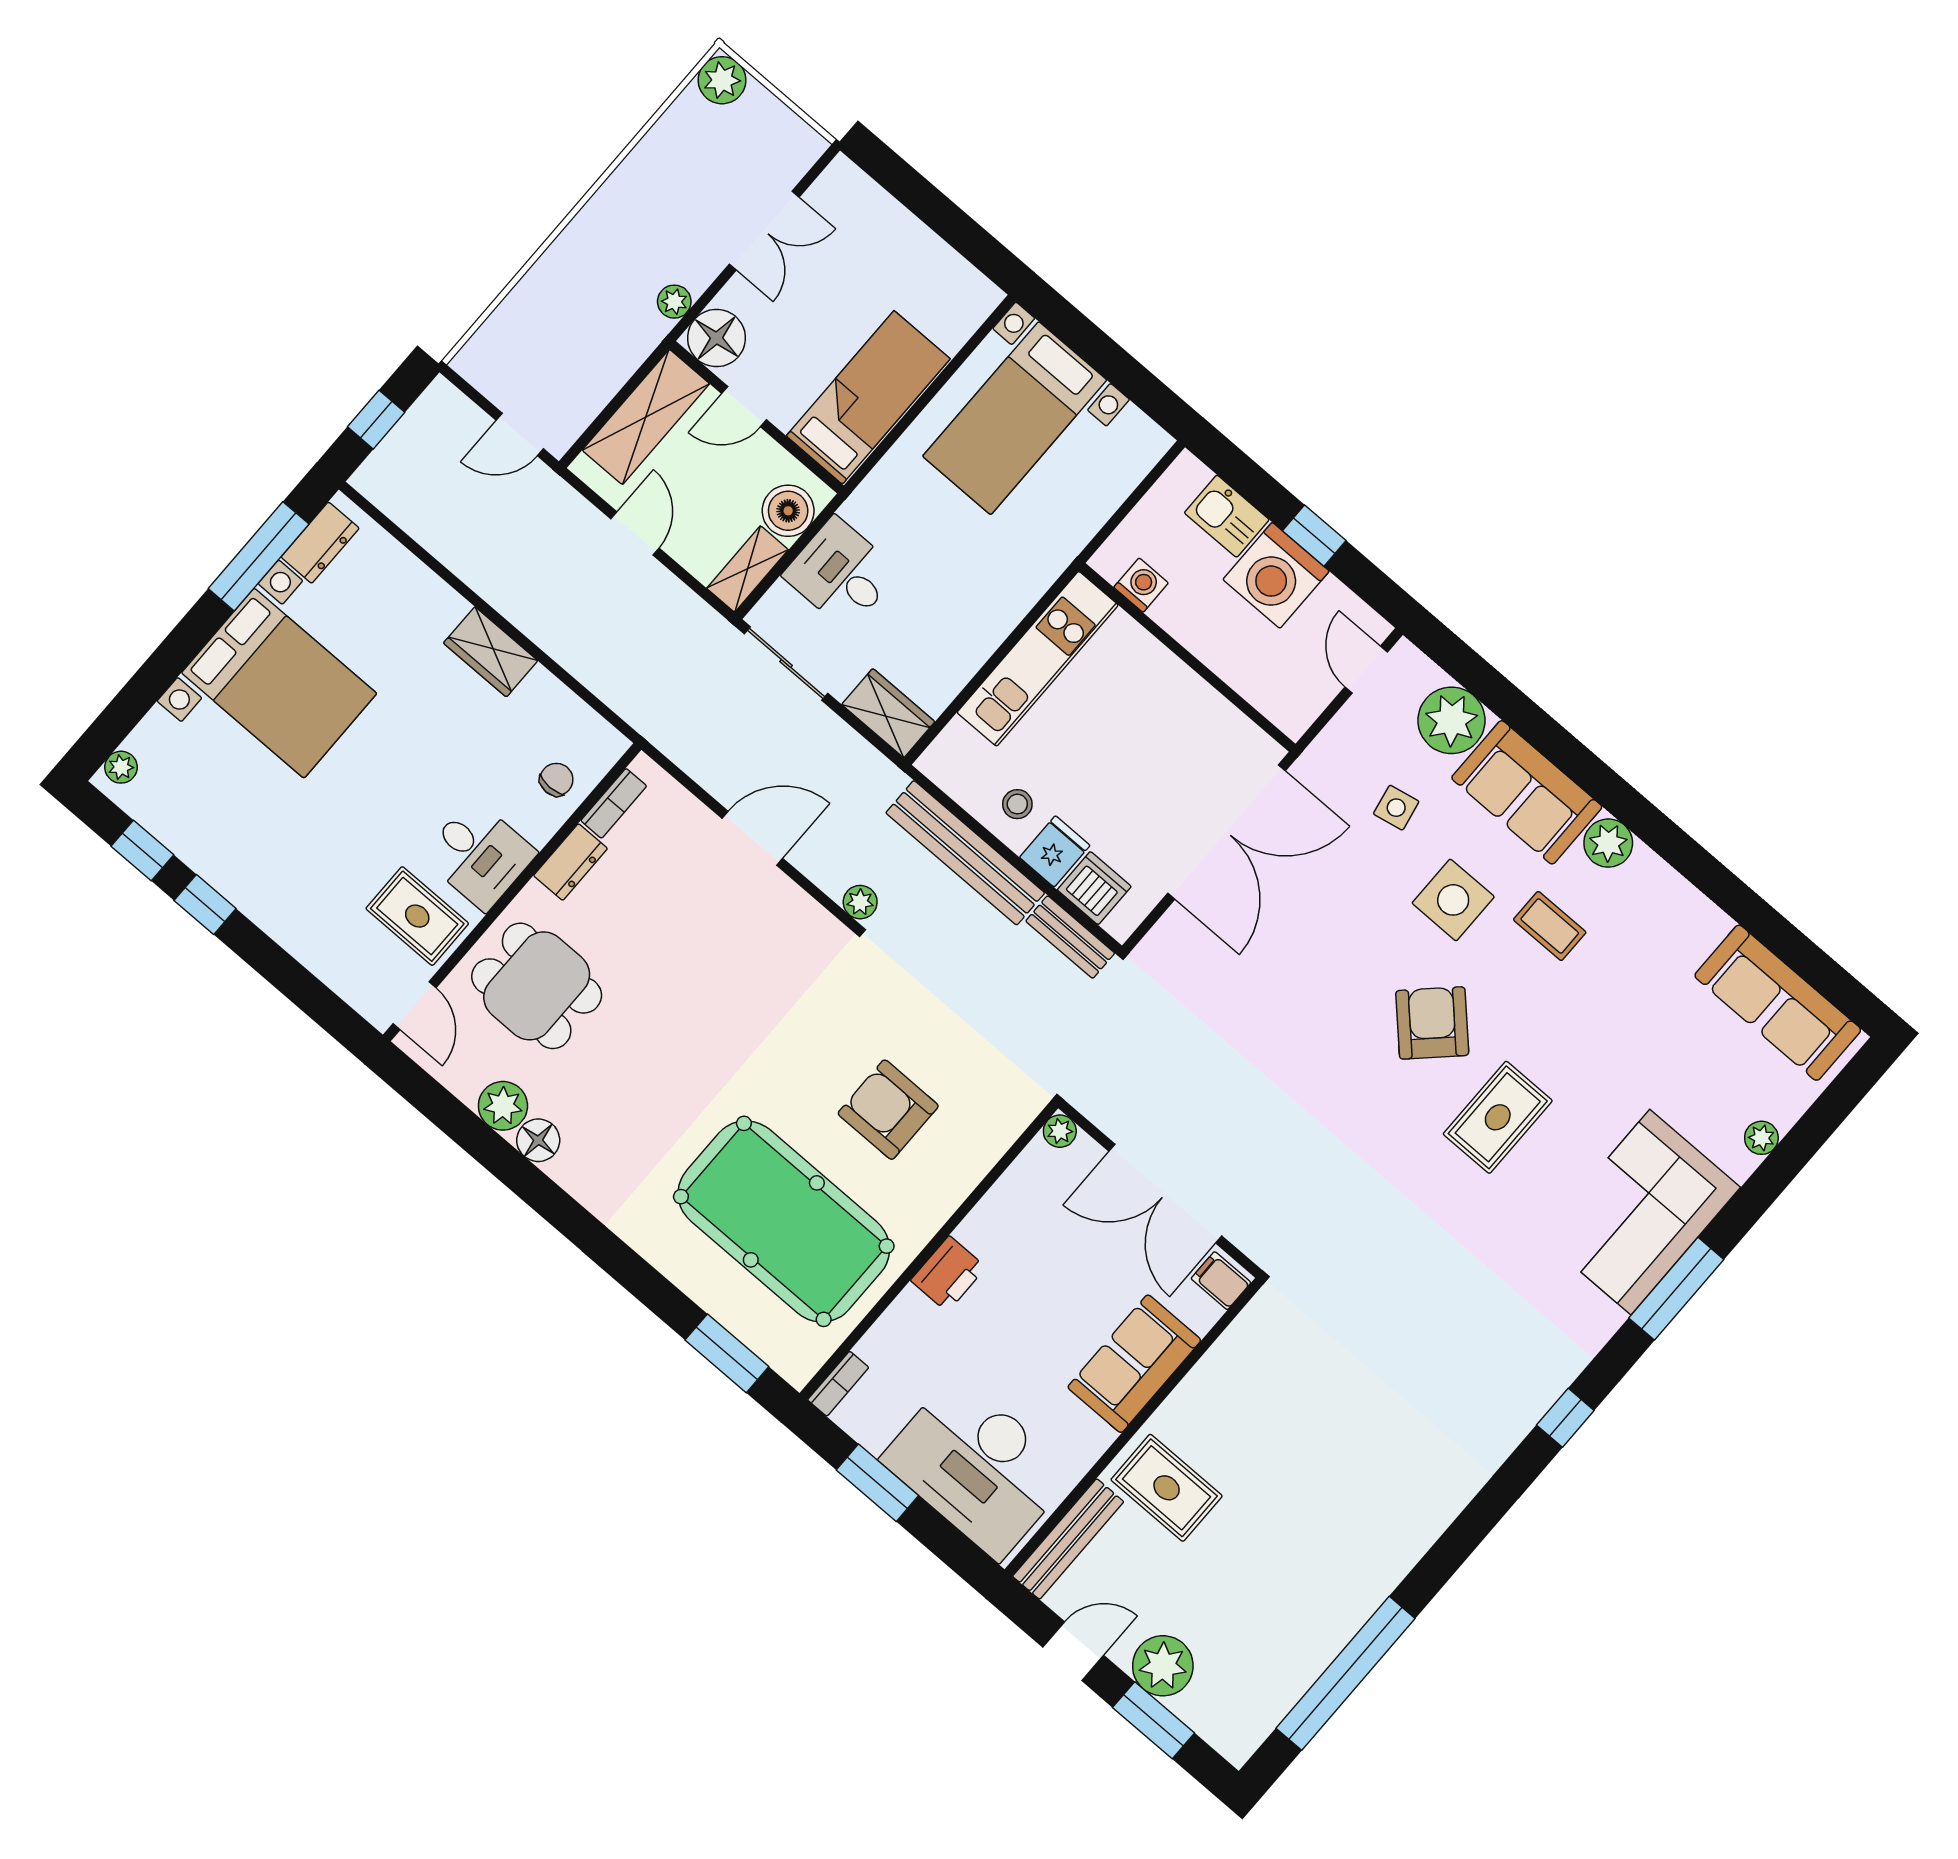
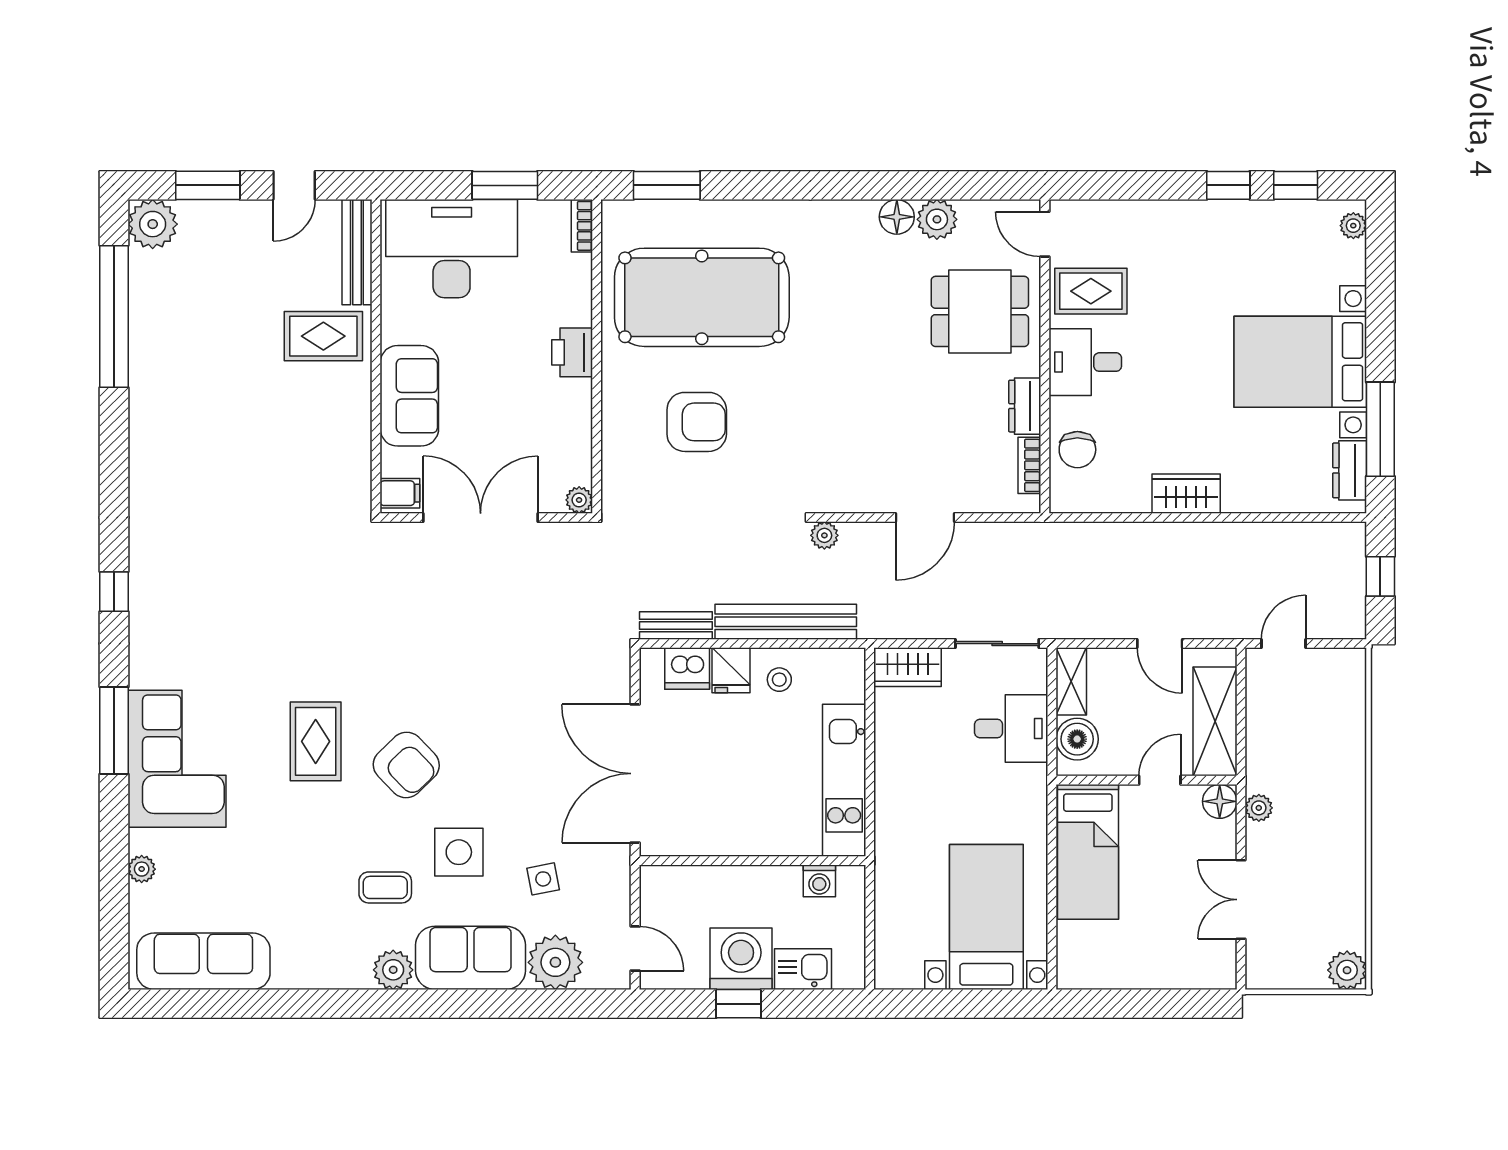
floor lamp: (716, 338) -> (1220, 801), width x0.73, depth x0.73
chair: (556, 780) -> (1077, 450), width x1.37, depth x1.37
plant: (1163, 1666) -> (153, 224), moved

